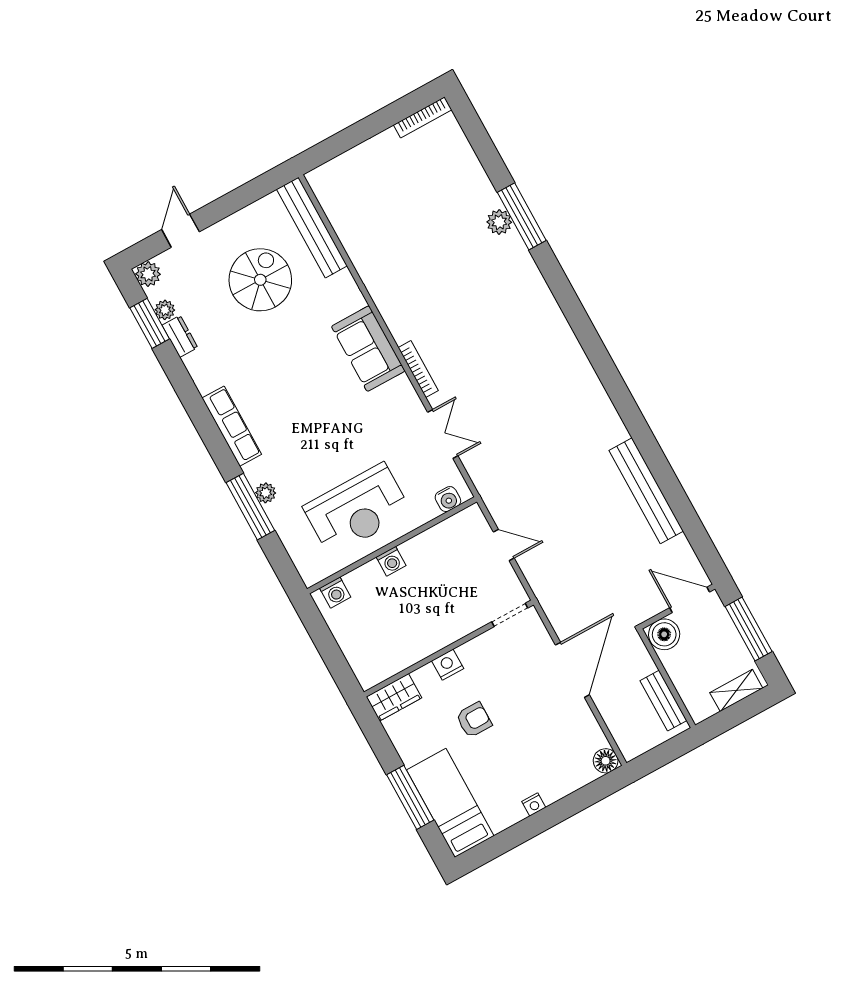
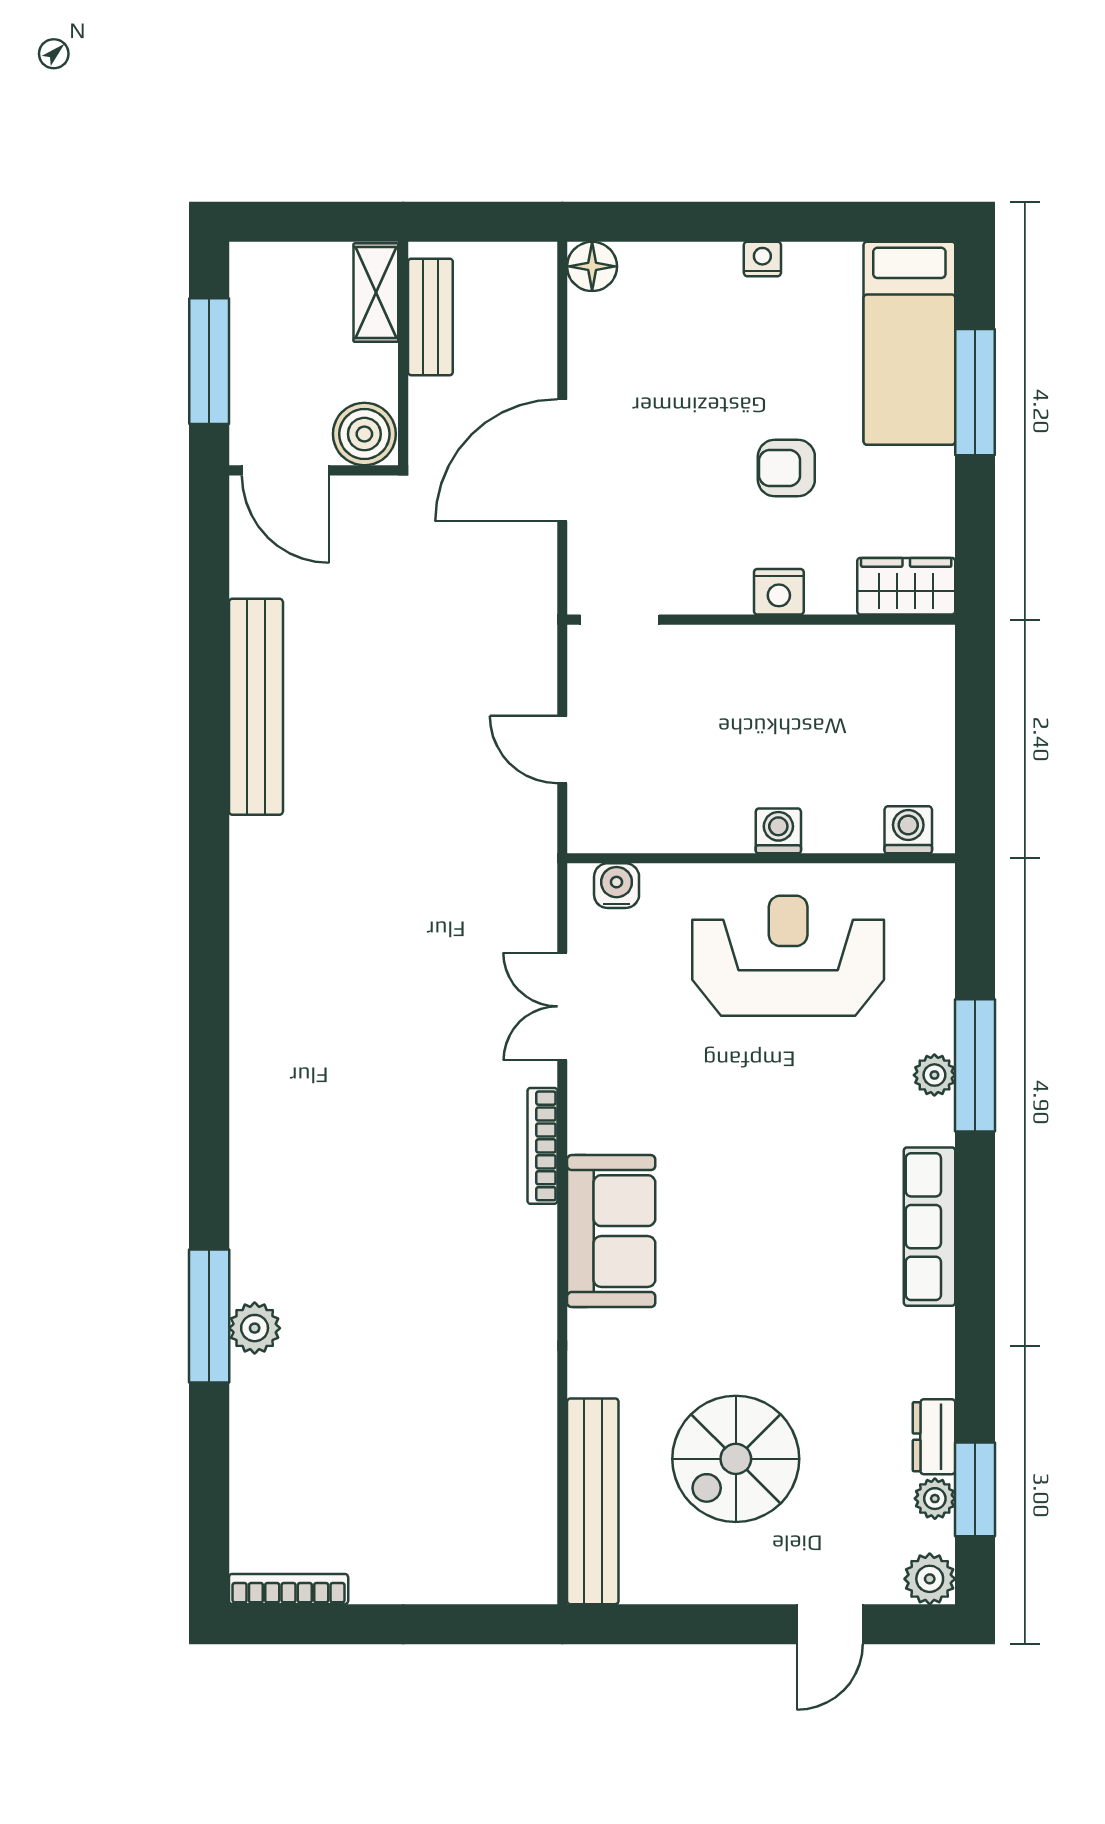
shelving: (736, 690) -> (376, 293), moved, turned 90

